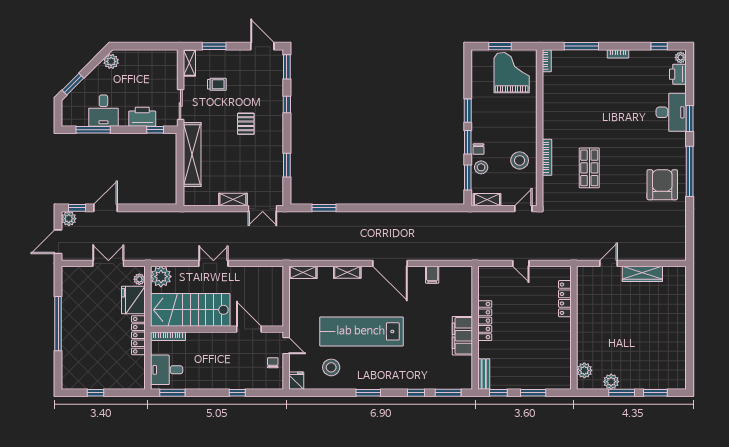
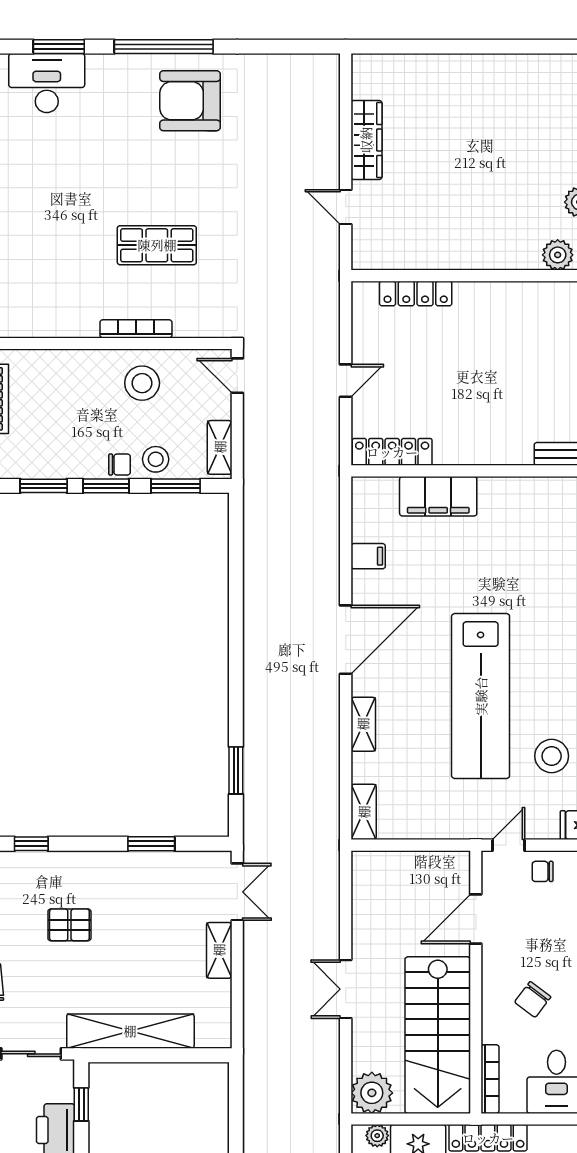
locker: (485, 321) -> (392, 452), moved
filing cabinet: (462, 336) -> (438, 496), moved
chair: (208, 358) -> (533, 1000), added

